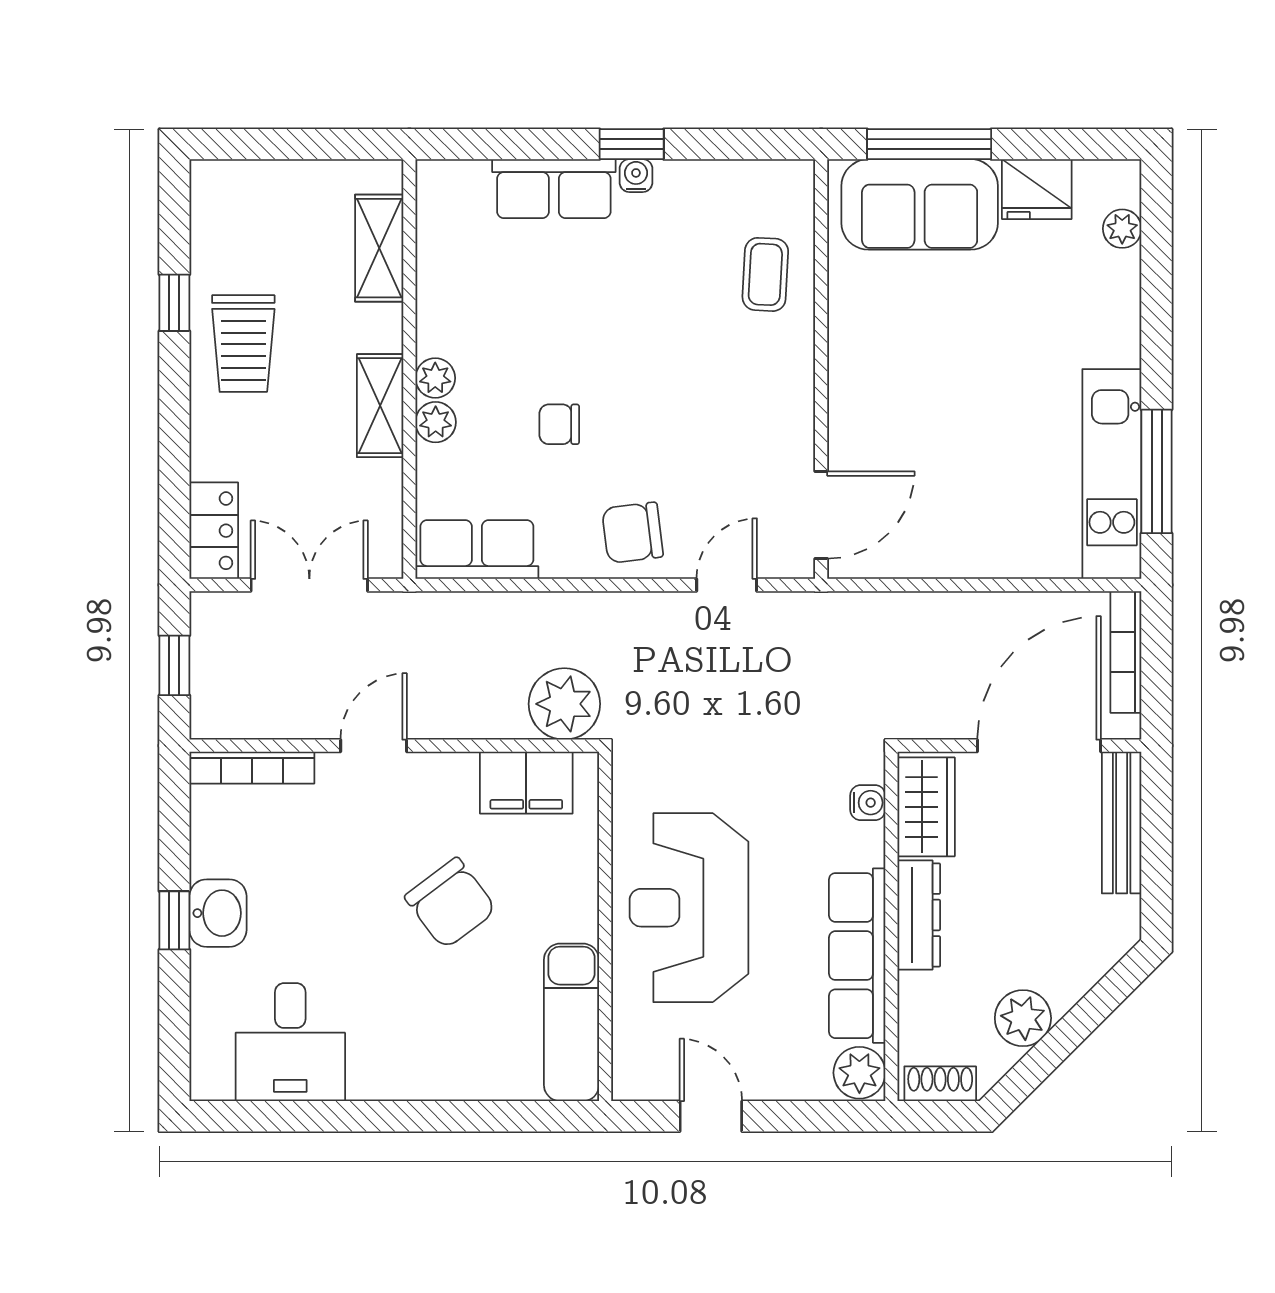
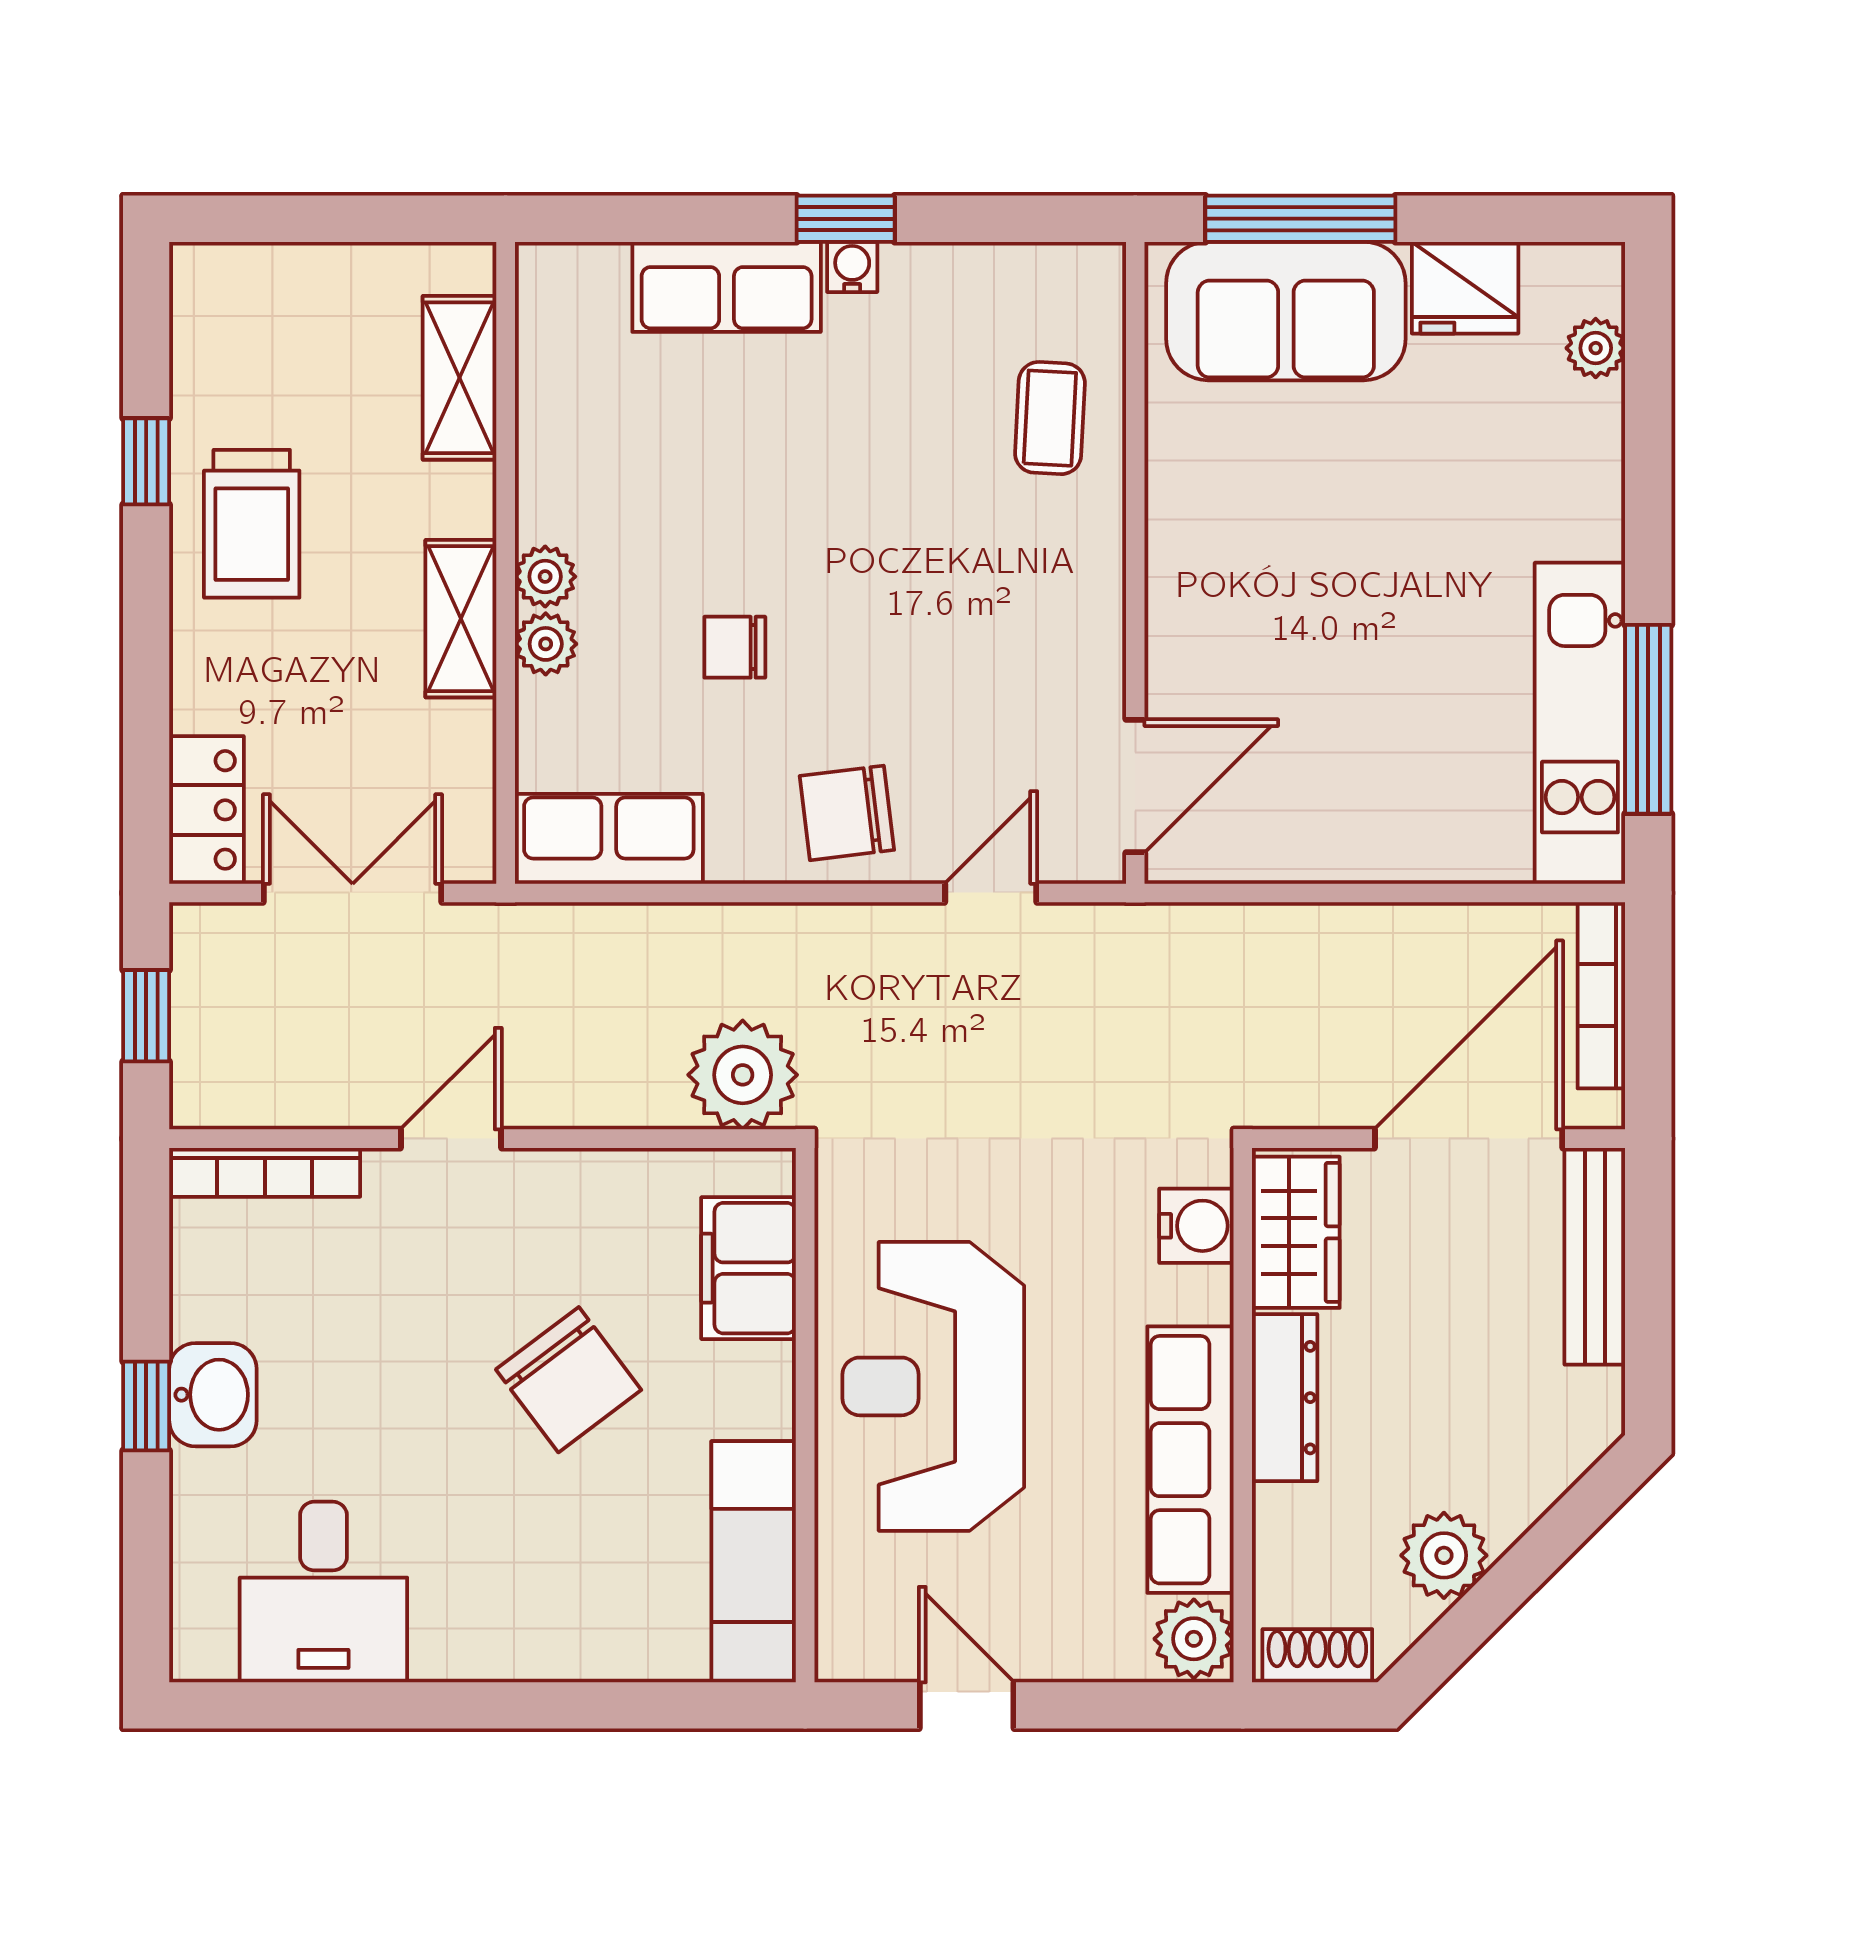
filing cabinet: (526, 783) -> (749, 1268), moved, turned 90
water cooler: (868, 803) -> (1196, 1226), width x1.38, depth x1.38

